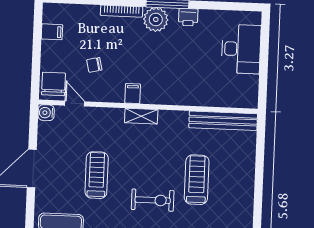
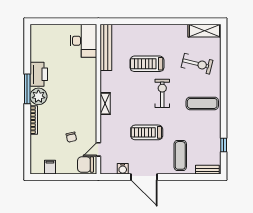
printer: (188, 17) -> (39, 74), width x1.87, depth x1.48
desk: (241, 49) -> (84, 41), moved, turned 90
filing cabinet: (133, 94) -> (90, 110), removed
water cooler: (46, 113) -> (123, 169), moved

